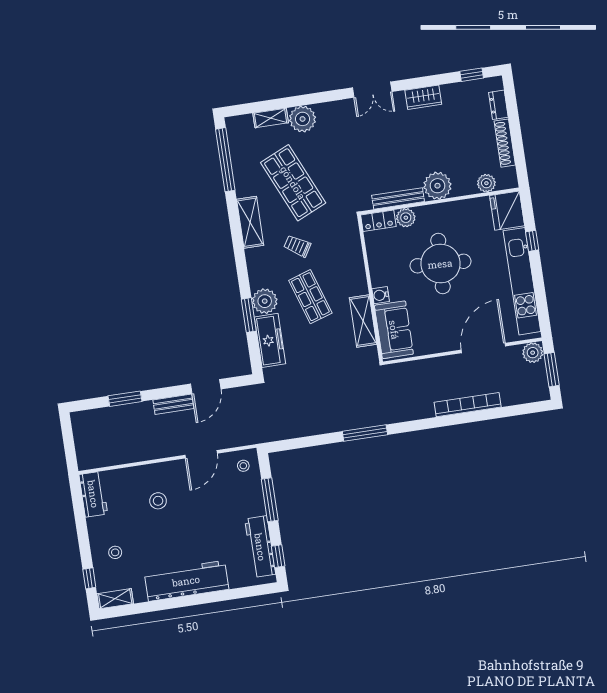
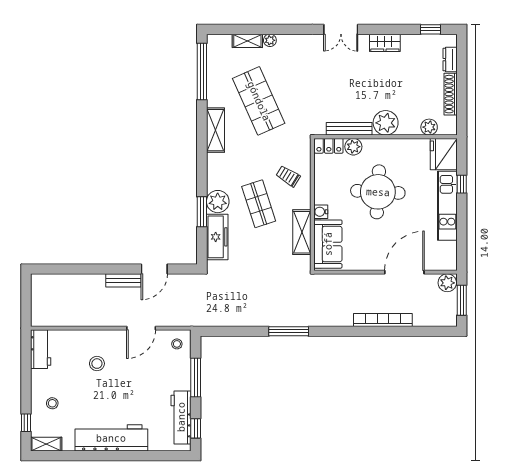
plant: (303, 119) -> (270, 40), width x0.53, depth x0.53
trolley: (297, 246) -> (288, 176), moved
kitchen unit: (522, 281) -> (447, 206), width x0.73
window: (125, 399) -> (81, 269), removed

